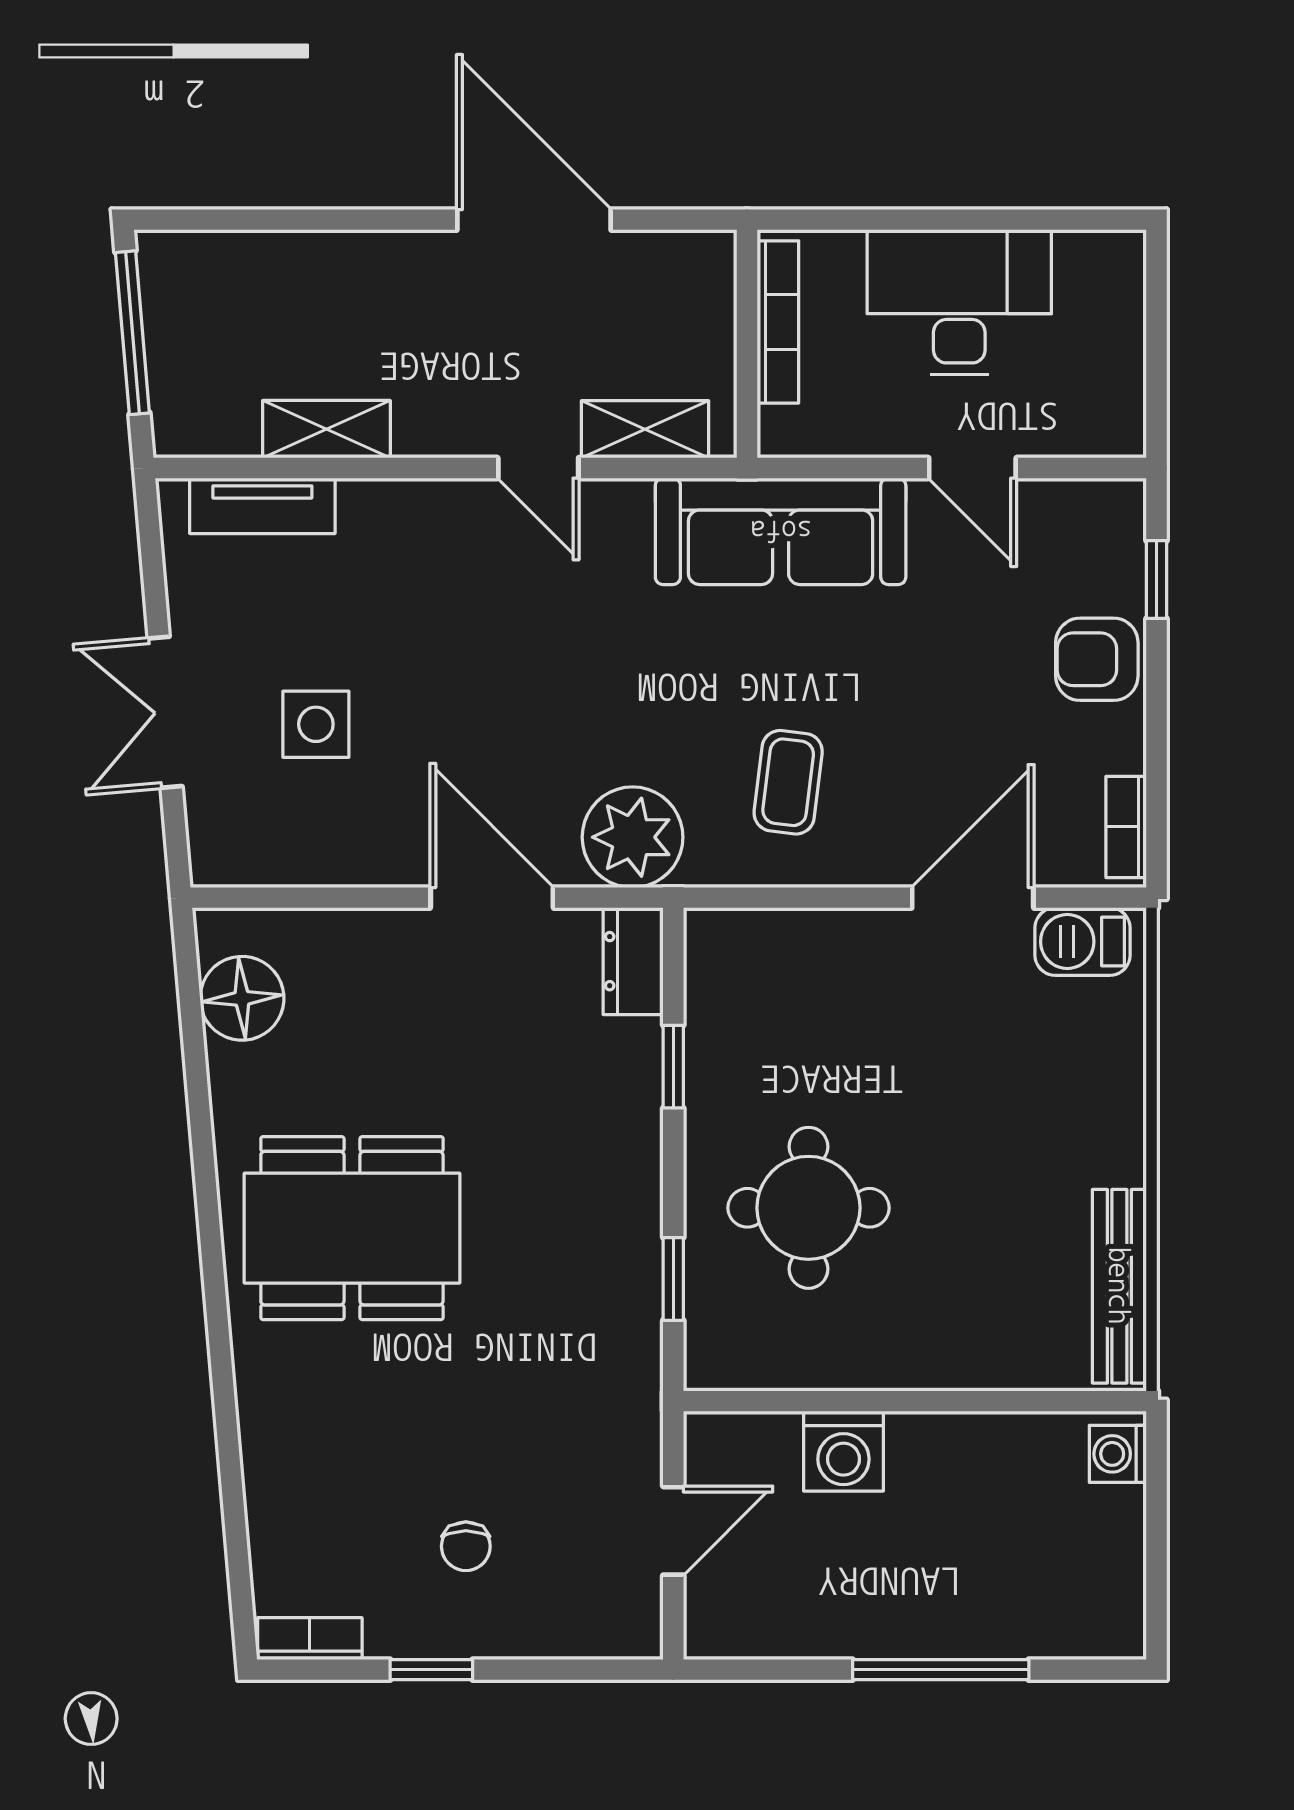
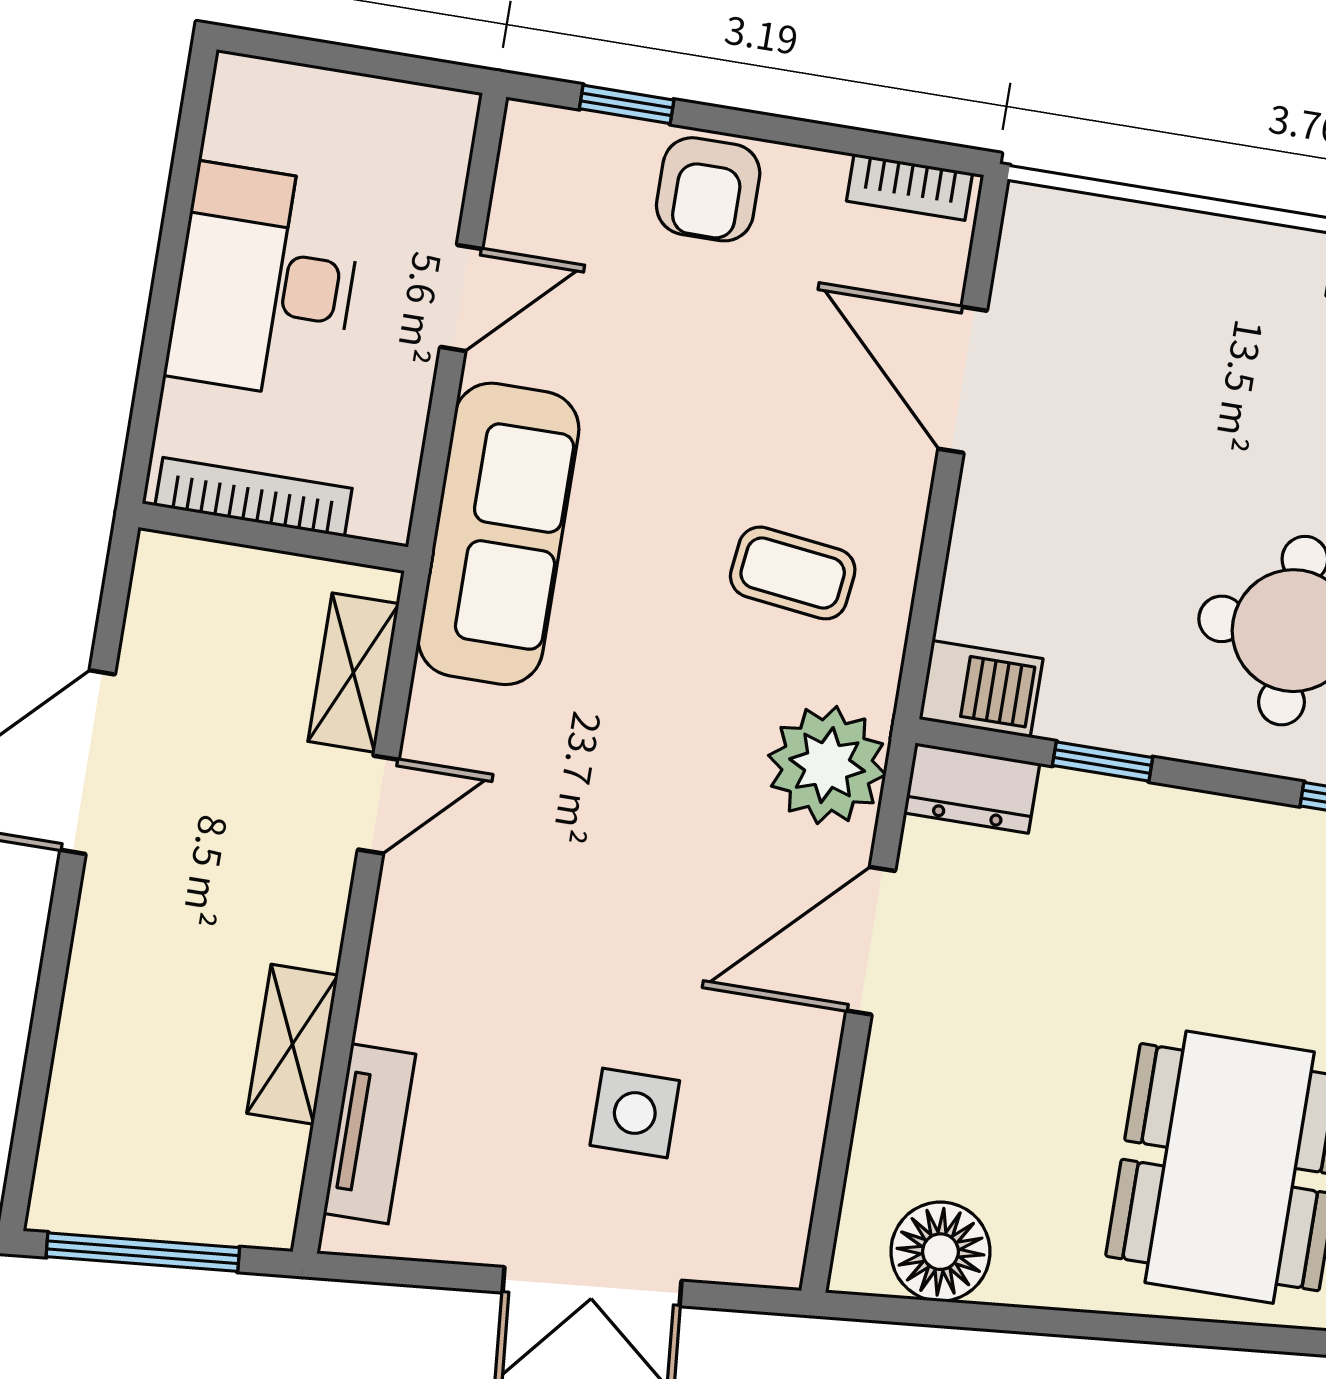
barbecue: (1082, 942) -> (981, 689), moved, turned -90

